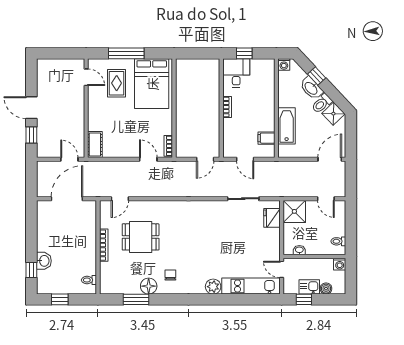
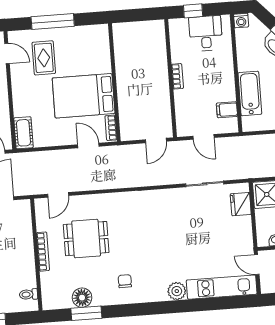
desk: (236, 73) -> (206, 33), moved
bed: (152, 84) -> (84, 96), moved, turned 90
floor lamp: (149, 286) -> (82, 298), moved

